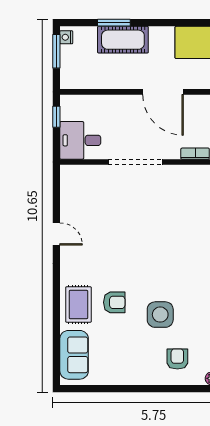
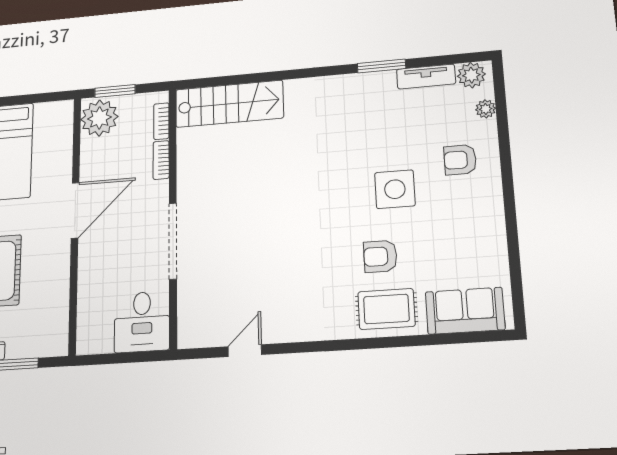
window: (56, 117) -> (108, 359), removed
door: (56, 234) -> (245, 351), moved
armchair: (114, 302) -> (380, 256), turned -90

